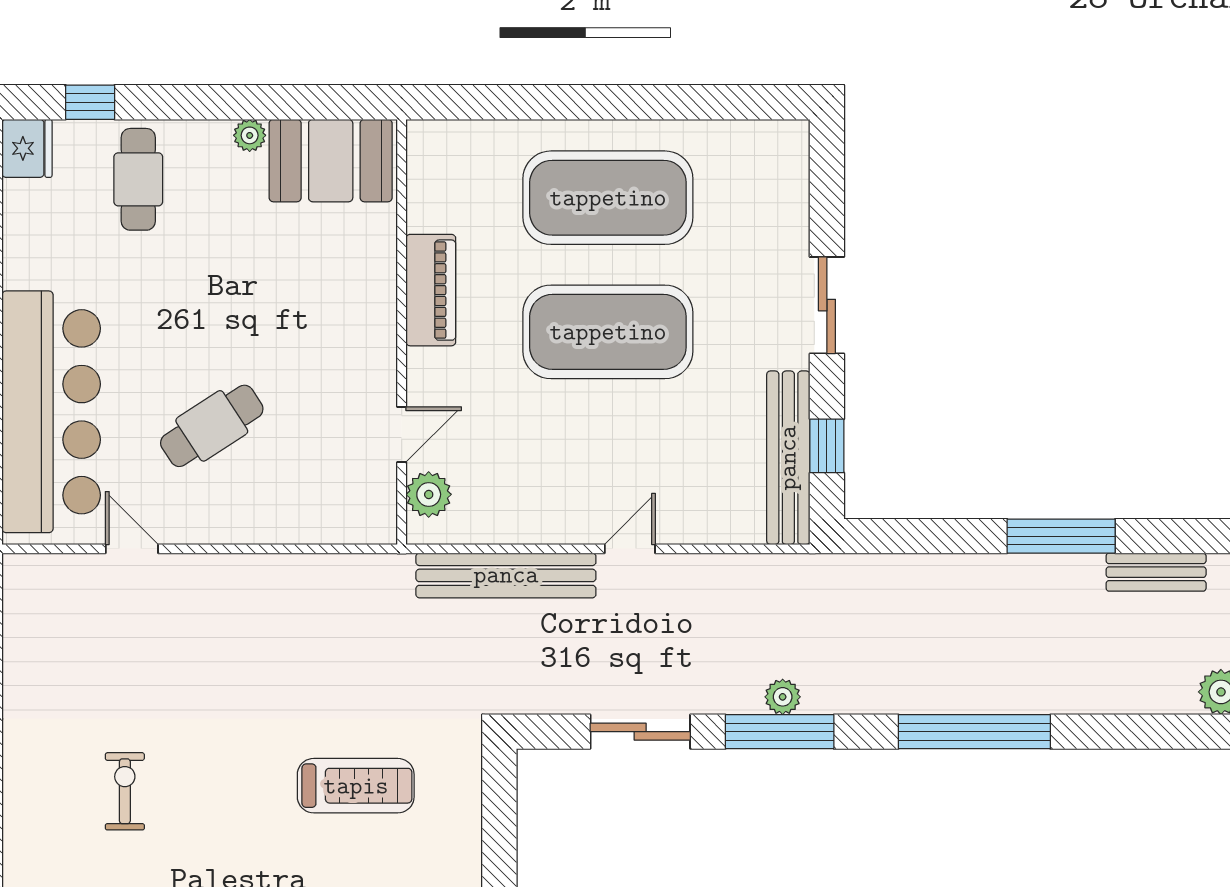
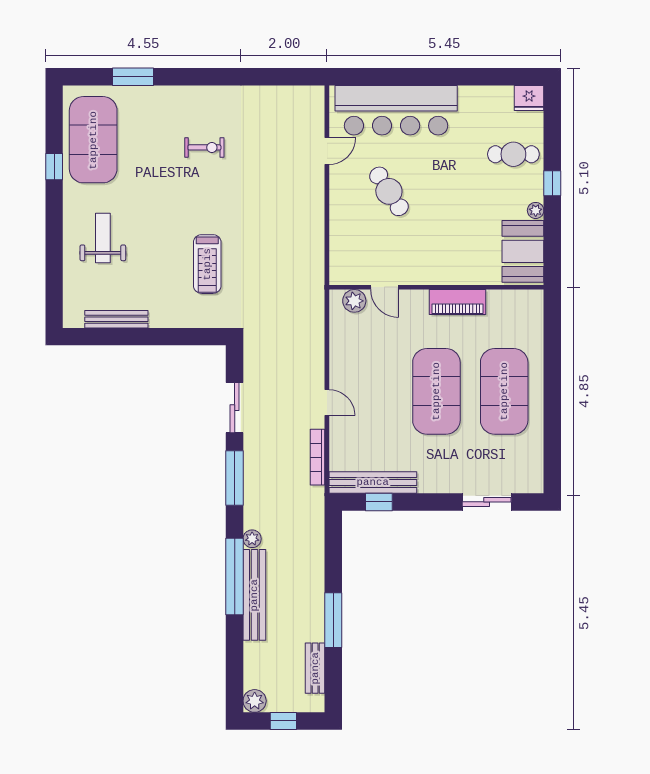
window: (90, 102) -> (552, 183), moved
sliding door: (827, 305) -> (487, 502), moved
bookcase: (738, 567) -> (318, 457), added
bench: (506, 575) -> (254, 595), moved
plant: (783, 697) -> (252, 539), moved

